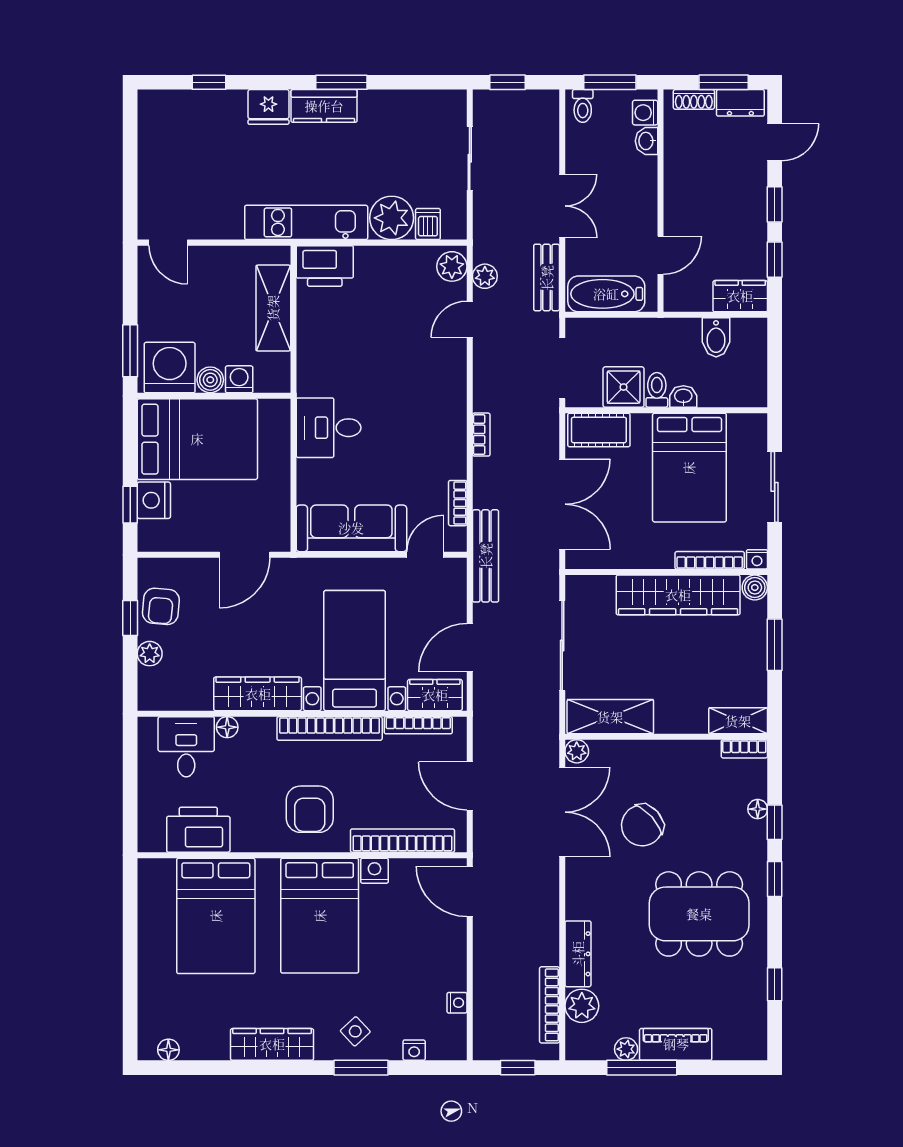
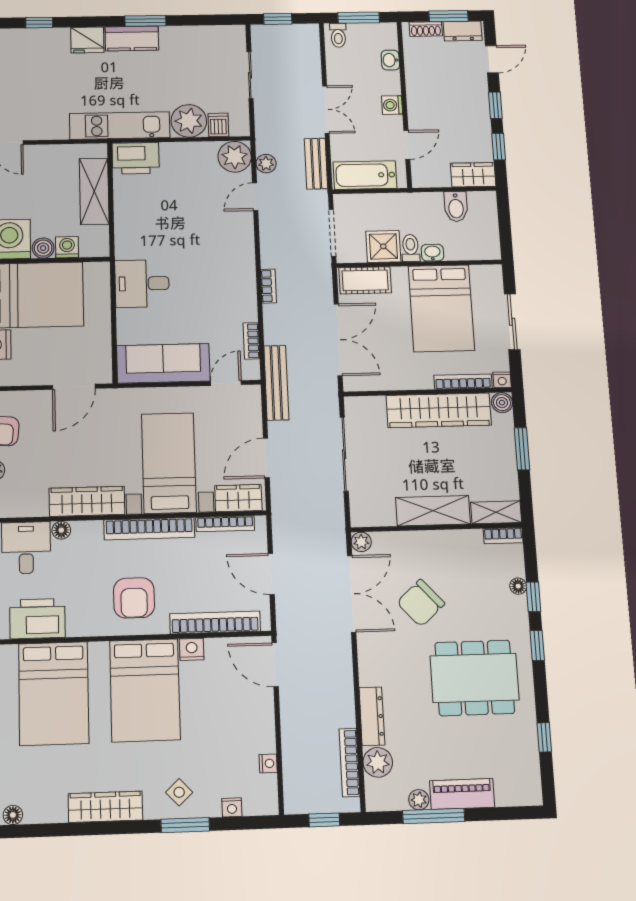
washing machine: (645, 113) -> (392, 105), moved
plant: (452, 266) -> (235, 157), width x1.36, depth x1.36
shelving: (610, 717) -> (433, 511), moved

